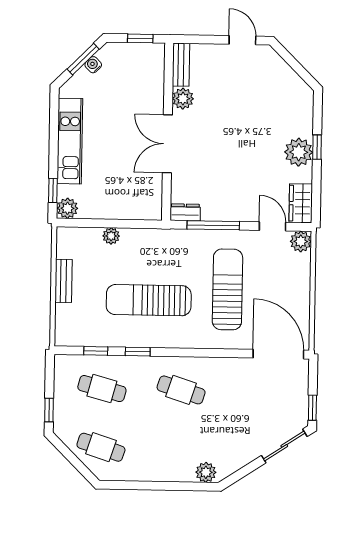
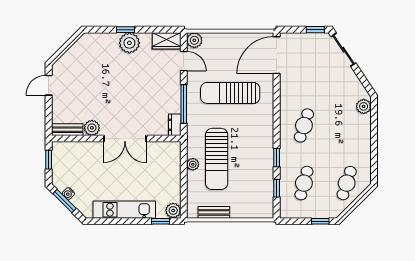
door: (272, 226) -> (184, 61), swing flipped
plant: (111, 236) -> (193, 164), moved
bench: (64, 281) -> (214, 212), moved
sun lounger: (149, 300) -> (217, 159), moved

